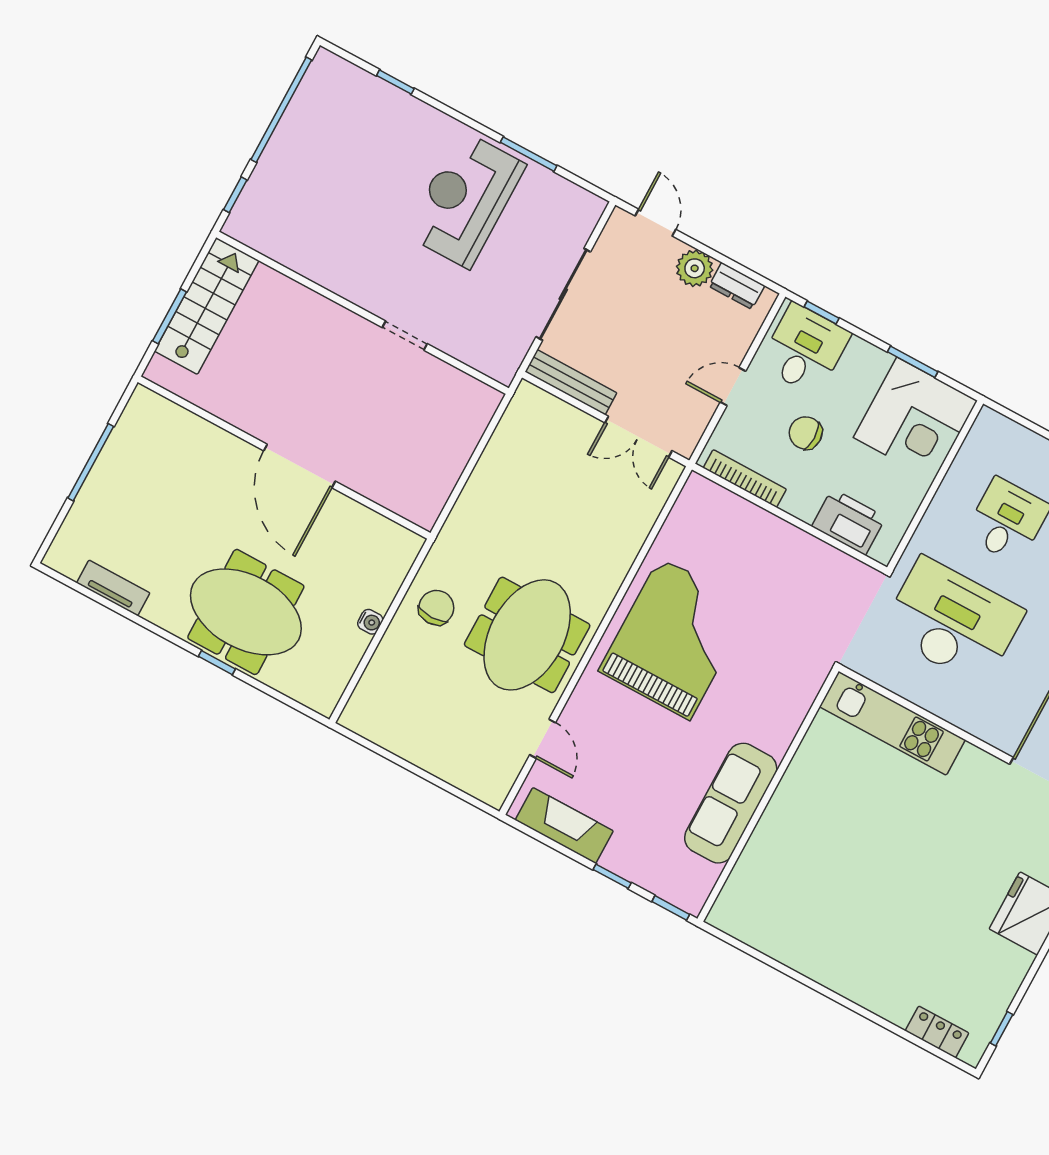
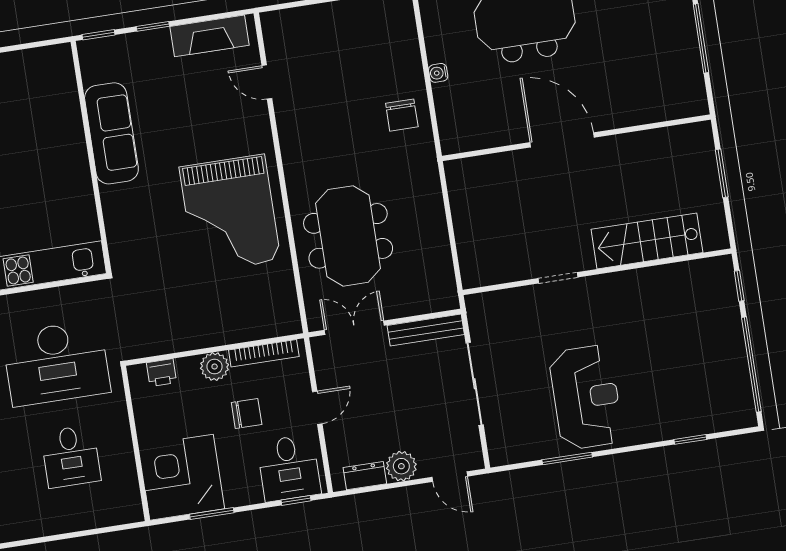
stairs: (207, 306) -> (647, 241), moved, turned 90
plant: (802, 502) -> (215, 367), added
printer: (849, 522) -> (161, 373), width x0.53, depth x0.68
meeting table: (527, 635) -> (348, 236), moved

